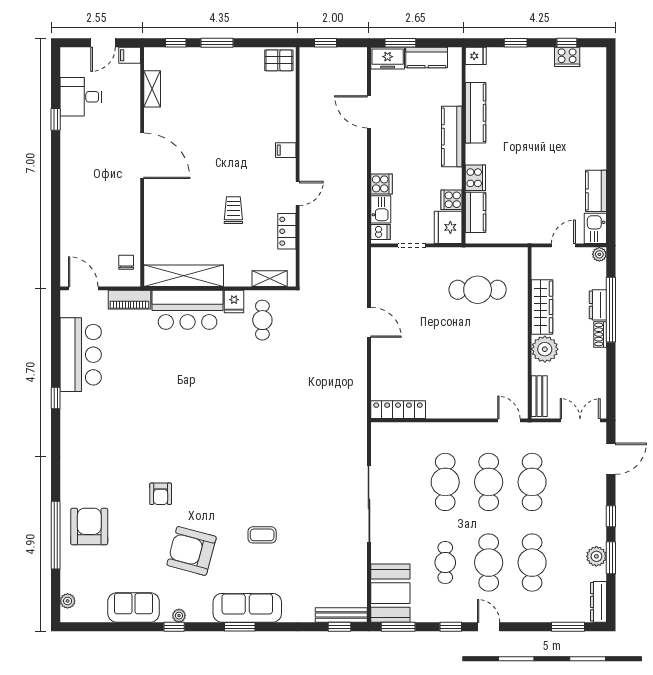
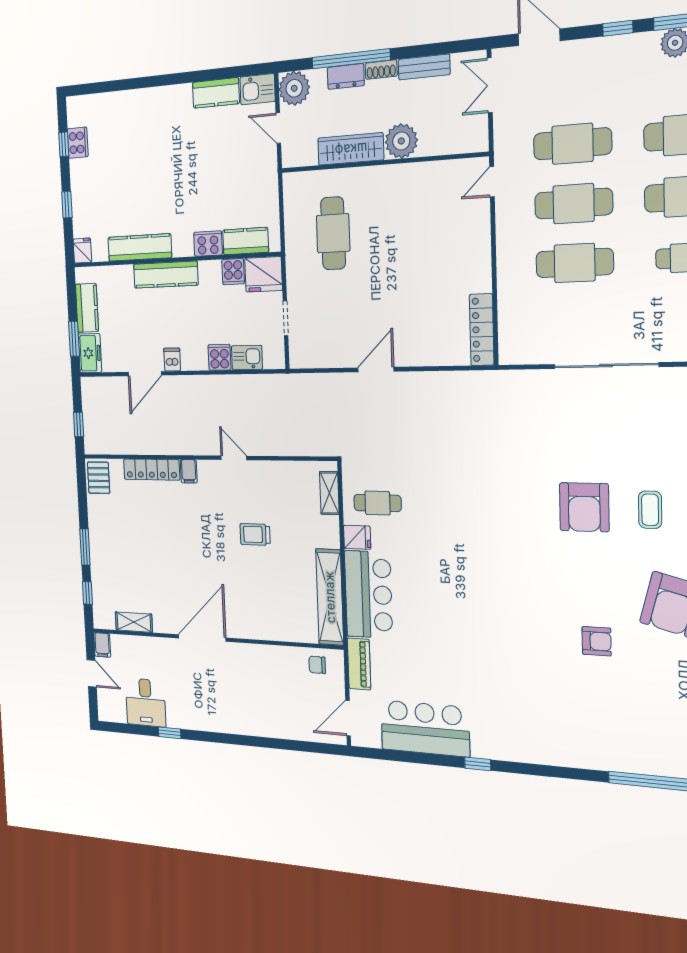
locker: (287, 231) -> (152, 469), moved, width x1.53
dishwasher: (380, 232) -> (172, 360), moved
plant: (599, 254) -> (294, 88), width x1.88, depth x1.88
bench: (539, 396) -> (424, 67), moved
armchair: (89, 526) -> (584, 507), moved, turned -90

